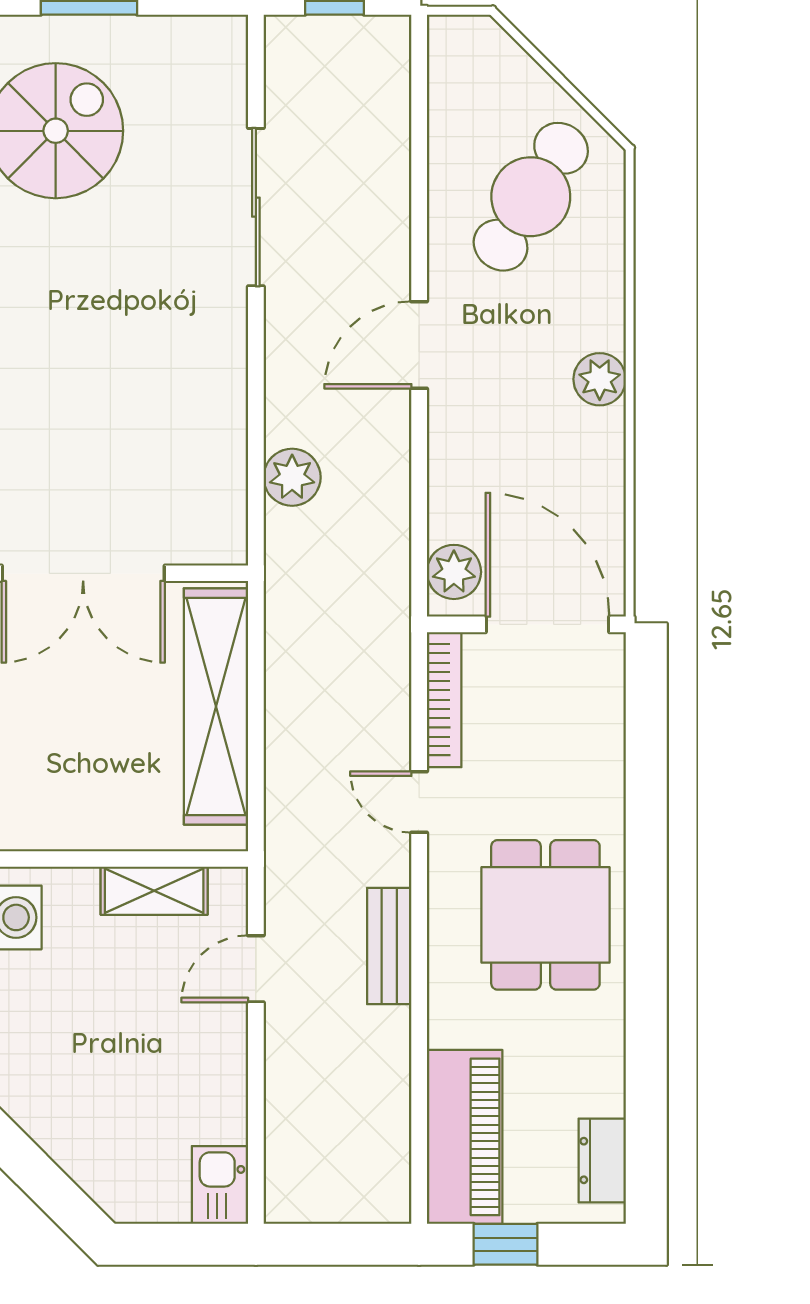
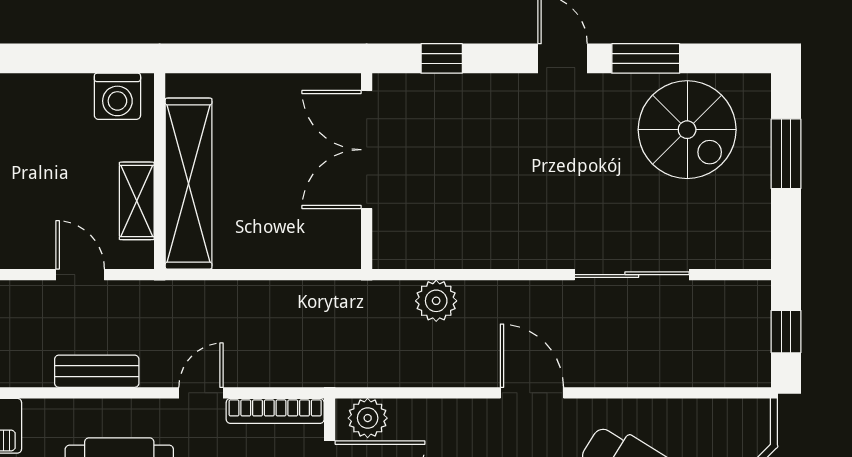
shelving: (216, 706) -> (189, 184), moved, turned 90

